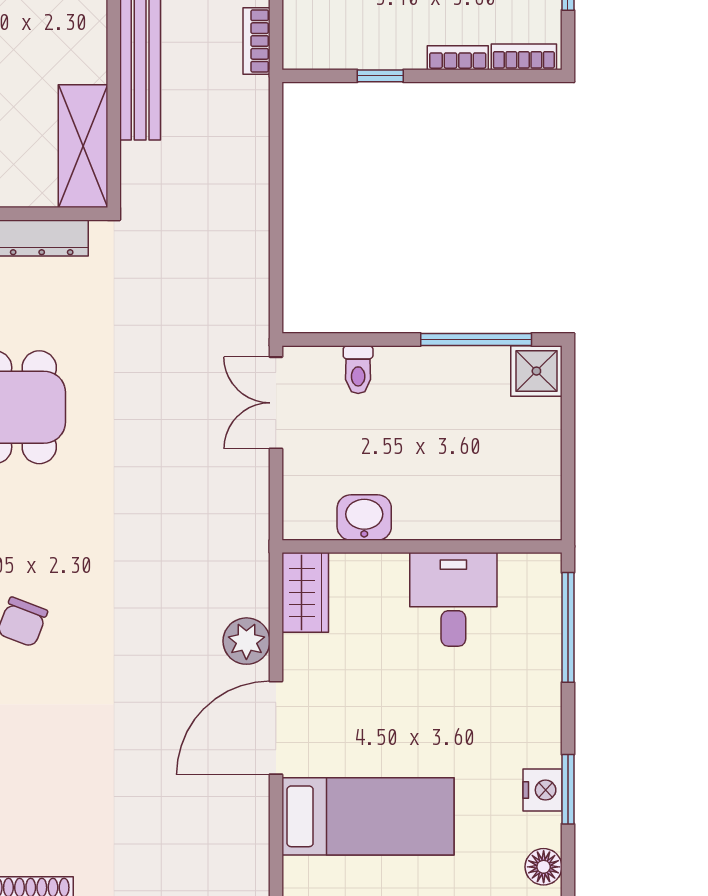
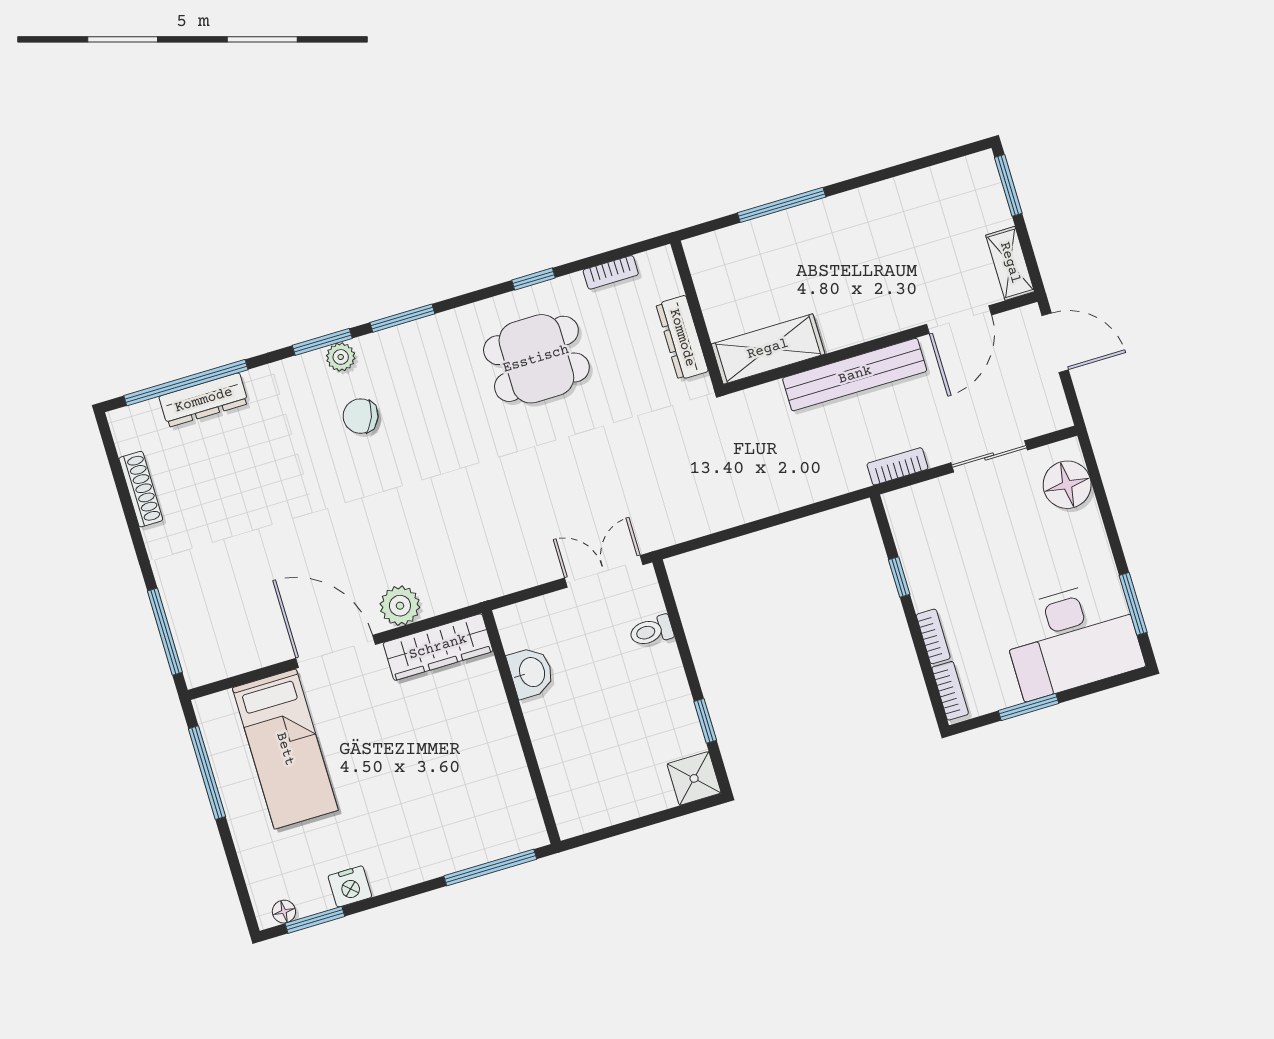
window: (476, 339) -> (705, 721), width x0.46
wardrobe: (305, 592) -> (438, 647), width x1.50
desk: (453, 599) -> (485, 766), removed
window: (568, 789) -> (315, 920), moved
floor lamp: (544, 867) -> (284, 912), width x0.73, depth x0.73

